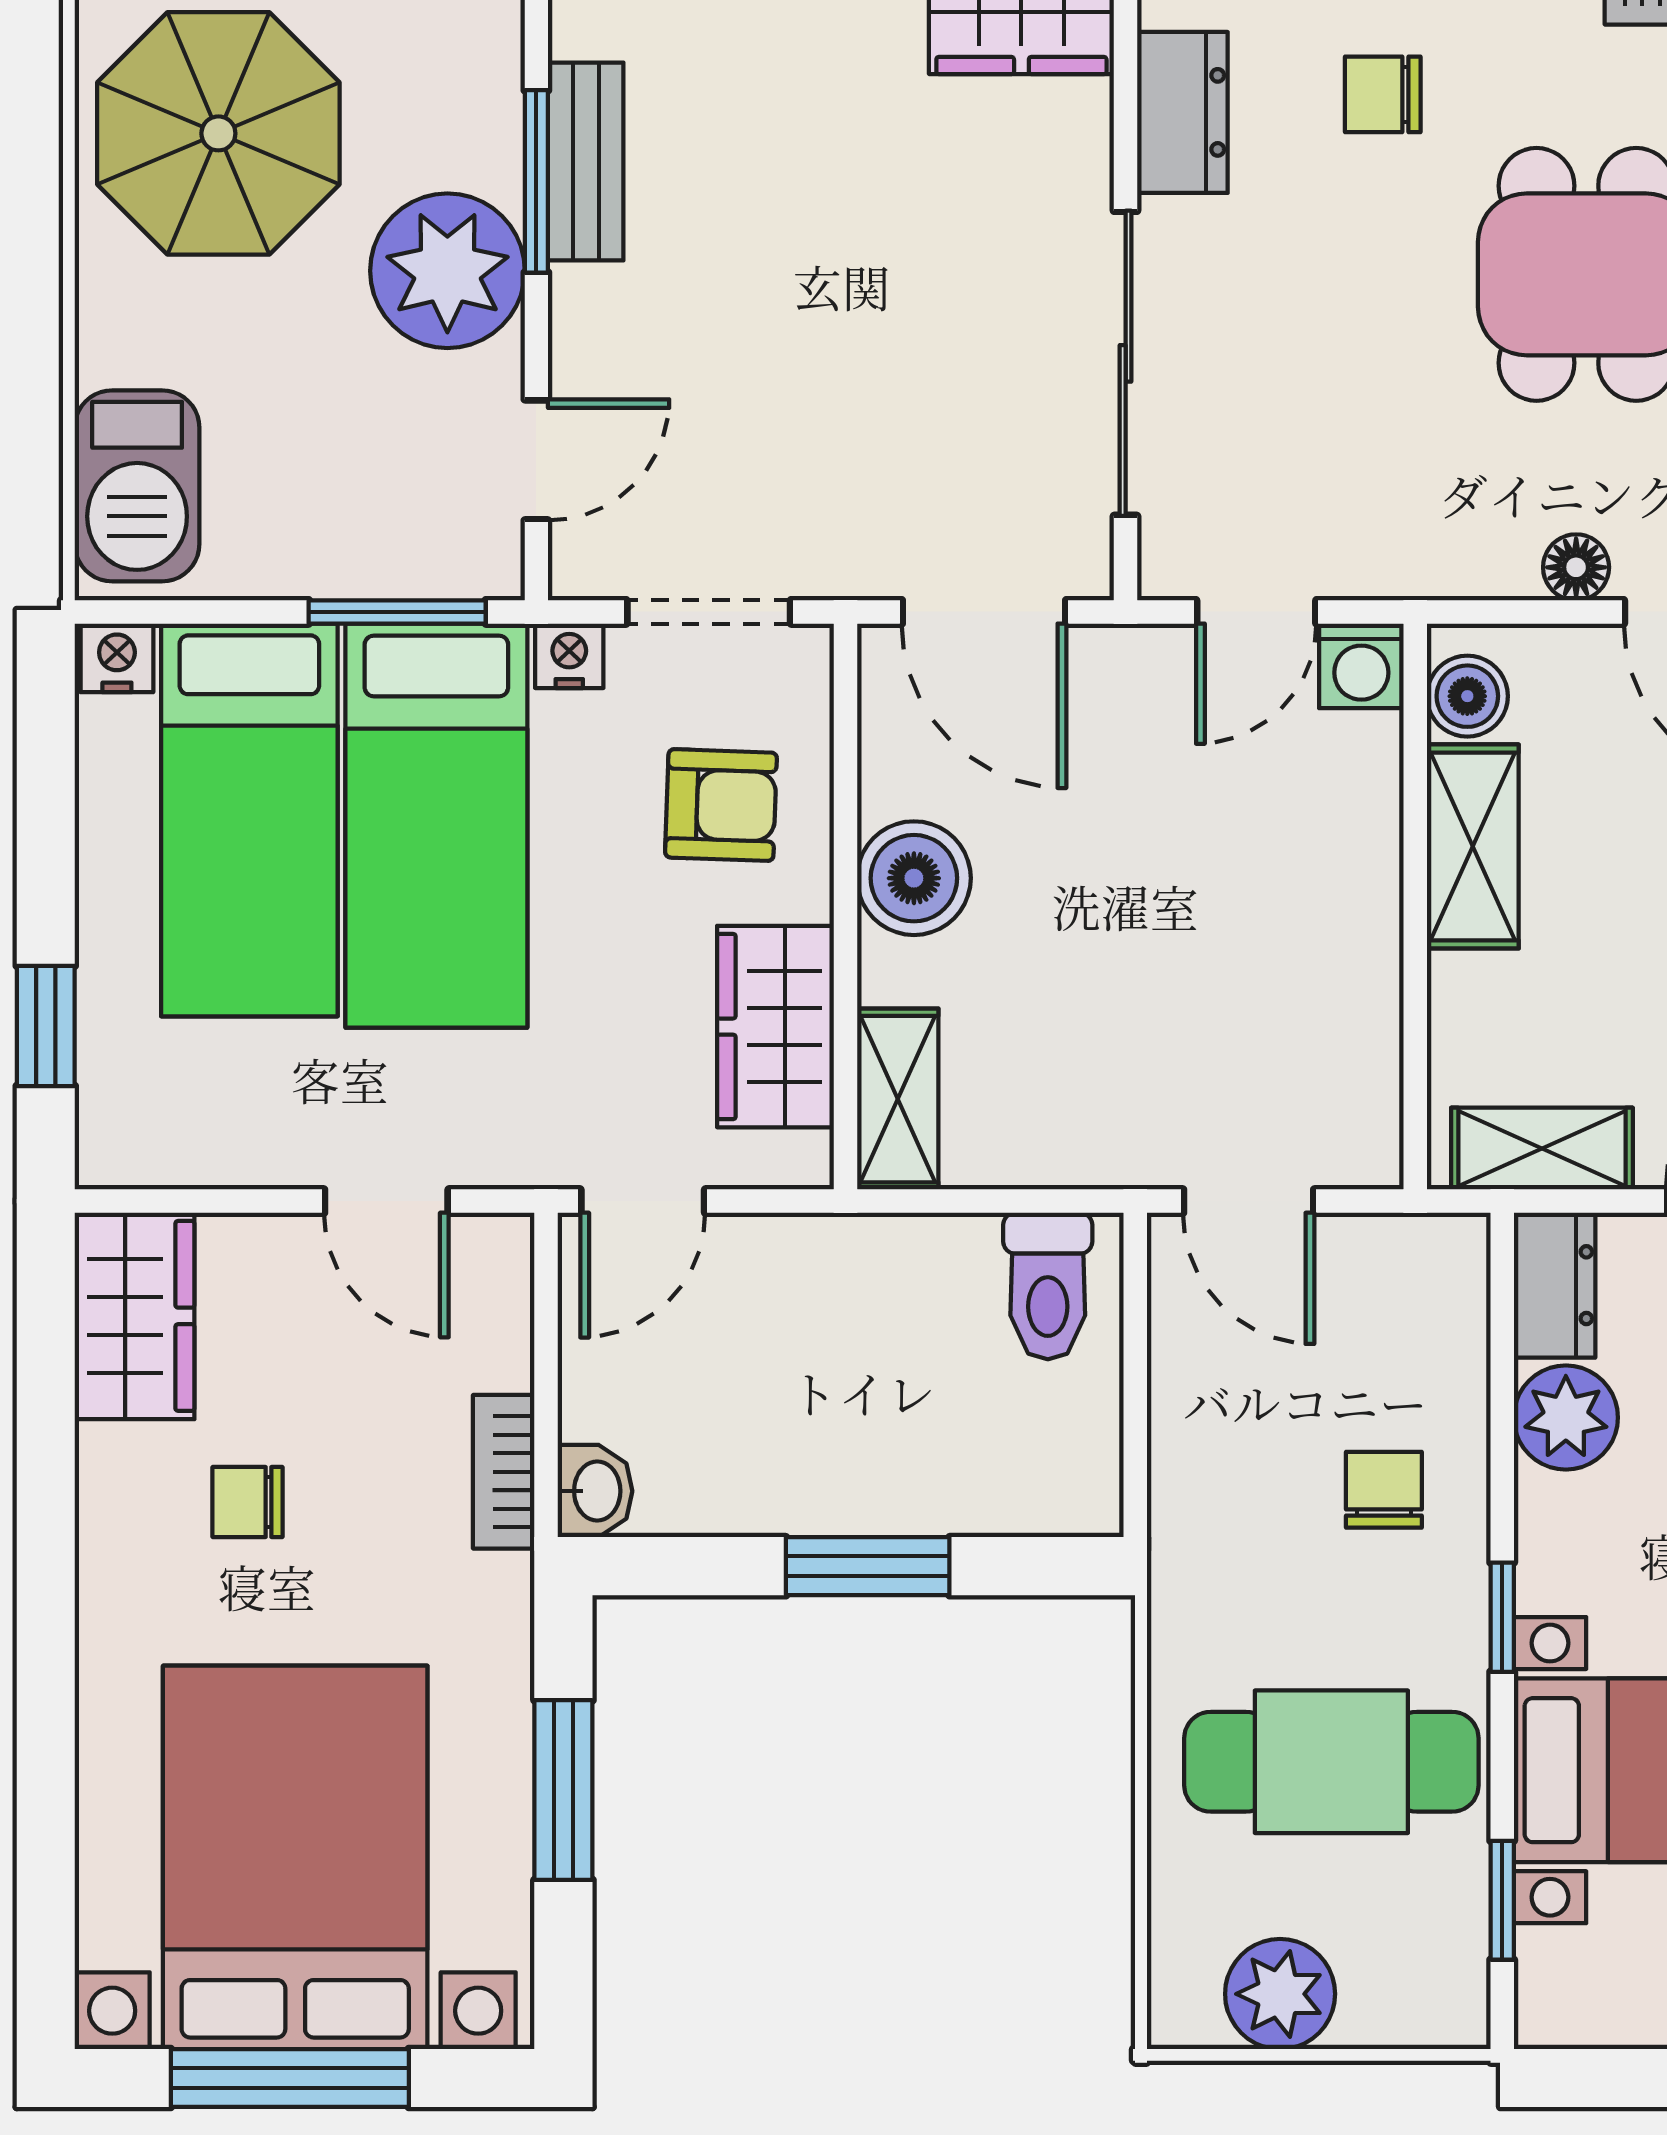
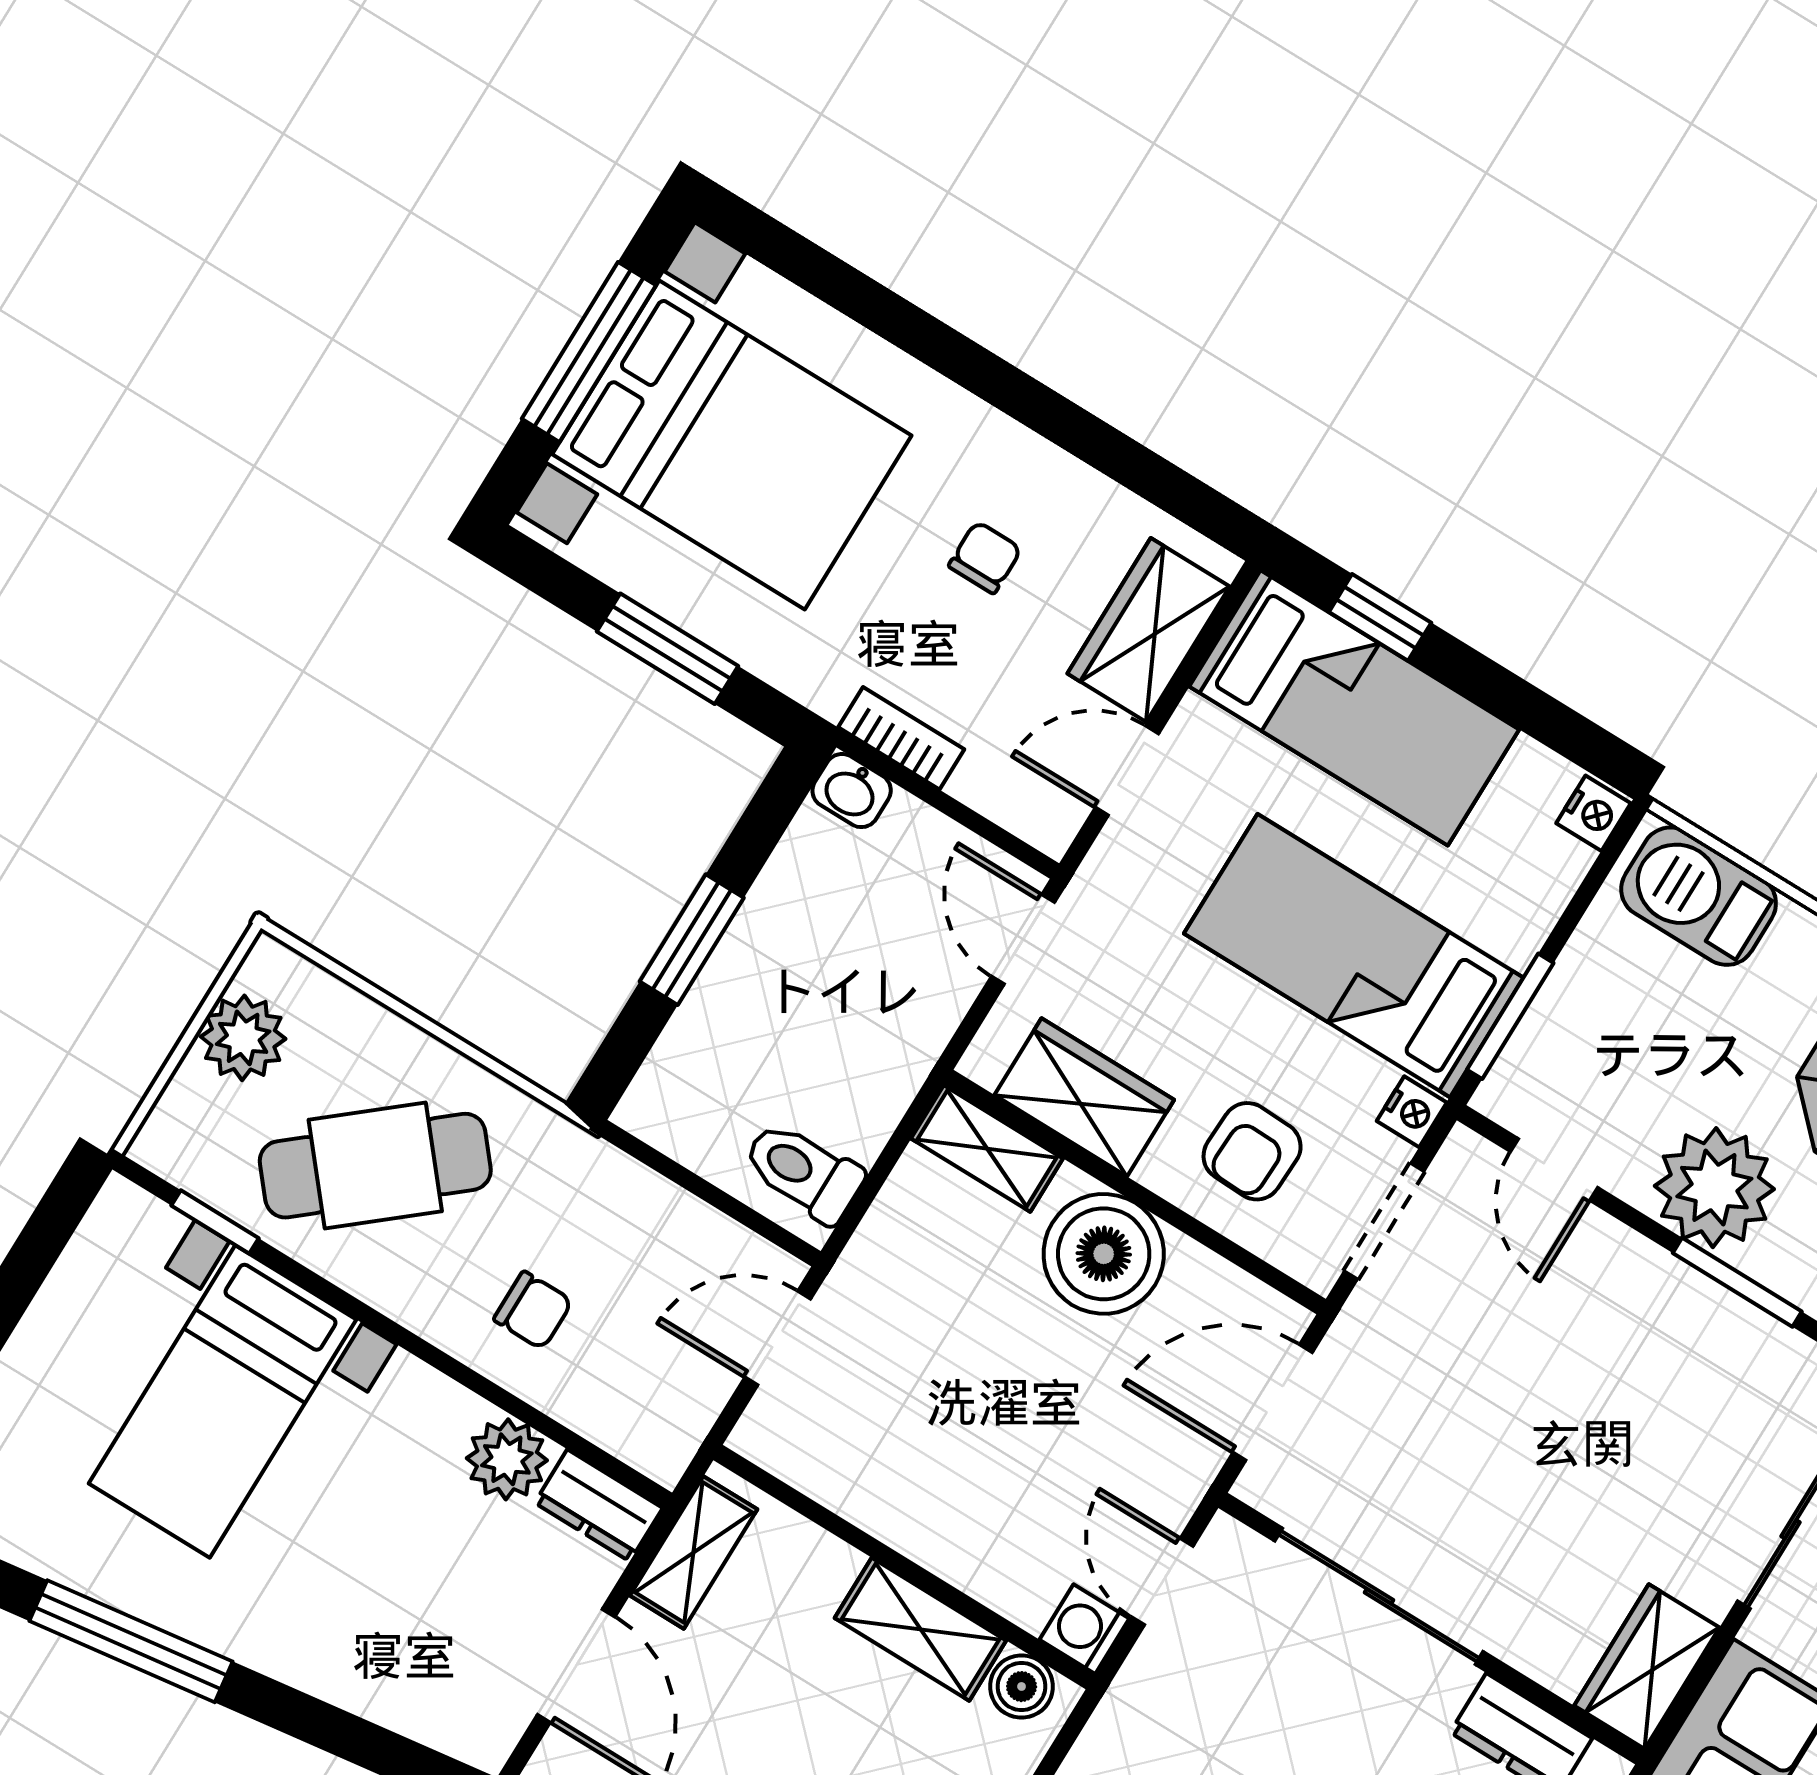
bench: (586, 161) -> (1730, 1323), removed
bed: (249, 820) -> (1354, 708), moved, turned 180
boiler: (914, 878) -> (1104, 1254), width x1.37, depth x1.37
wardrobe: (135, 1316) -> (1149, 630), moved, turned 90
window: (1502, 1617) -> (401, 1337), removed
cafe table: (1331, 1762) -> (375, 1166), turned 50

